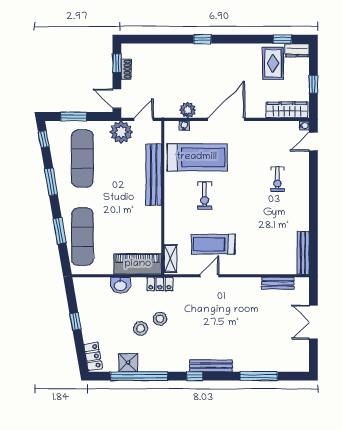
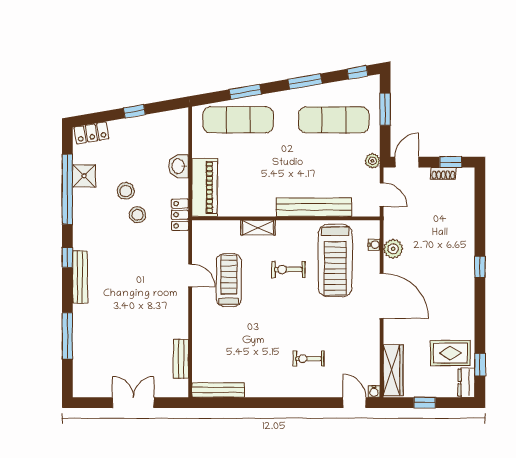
plant: (121, 132) -> (372, 161), width x0.53, depth x0.53
shelving: (170, 259) -> (258, 228), moved

